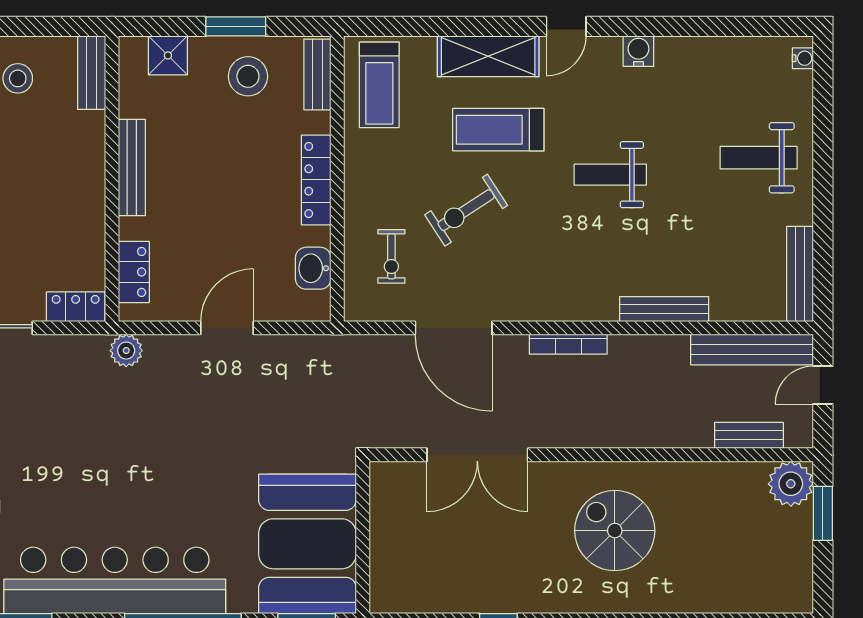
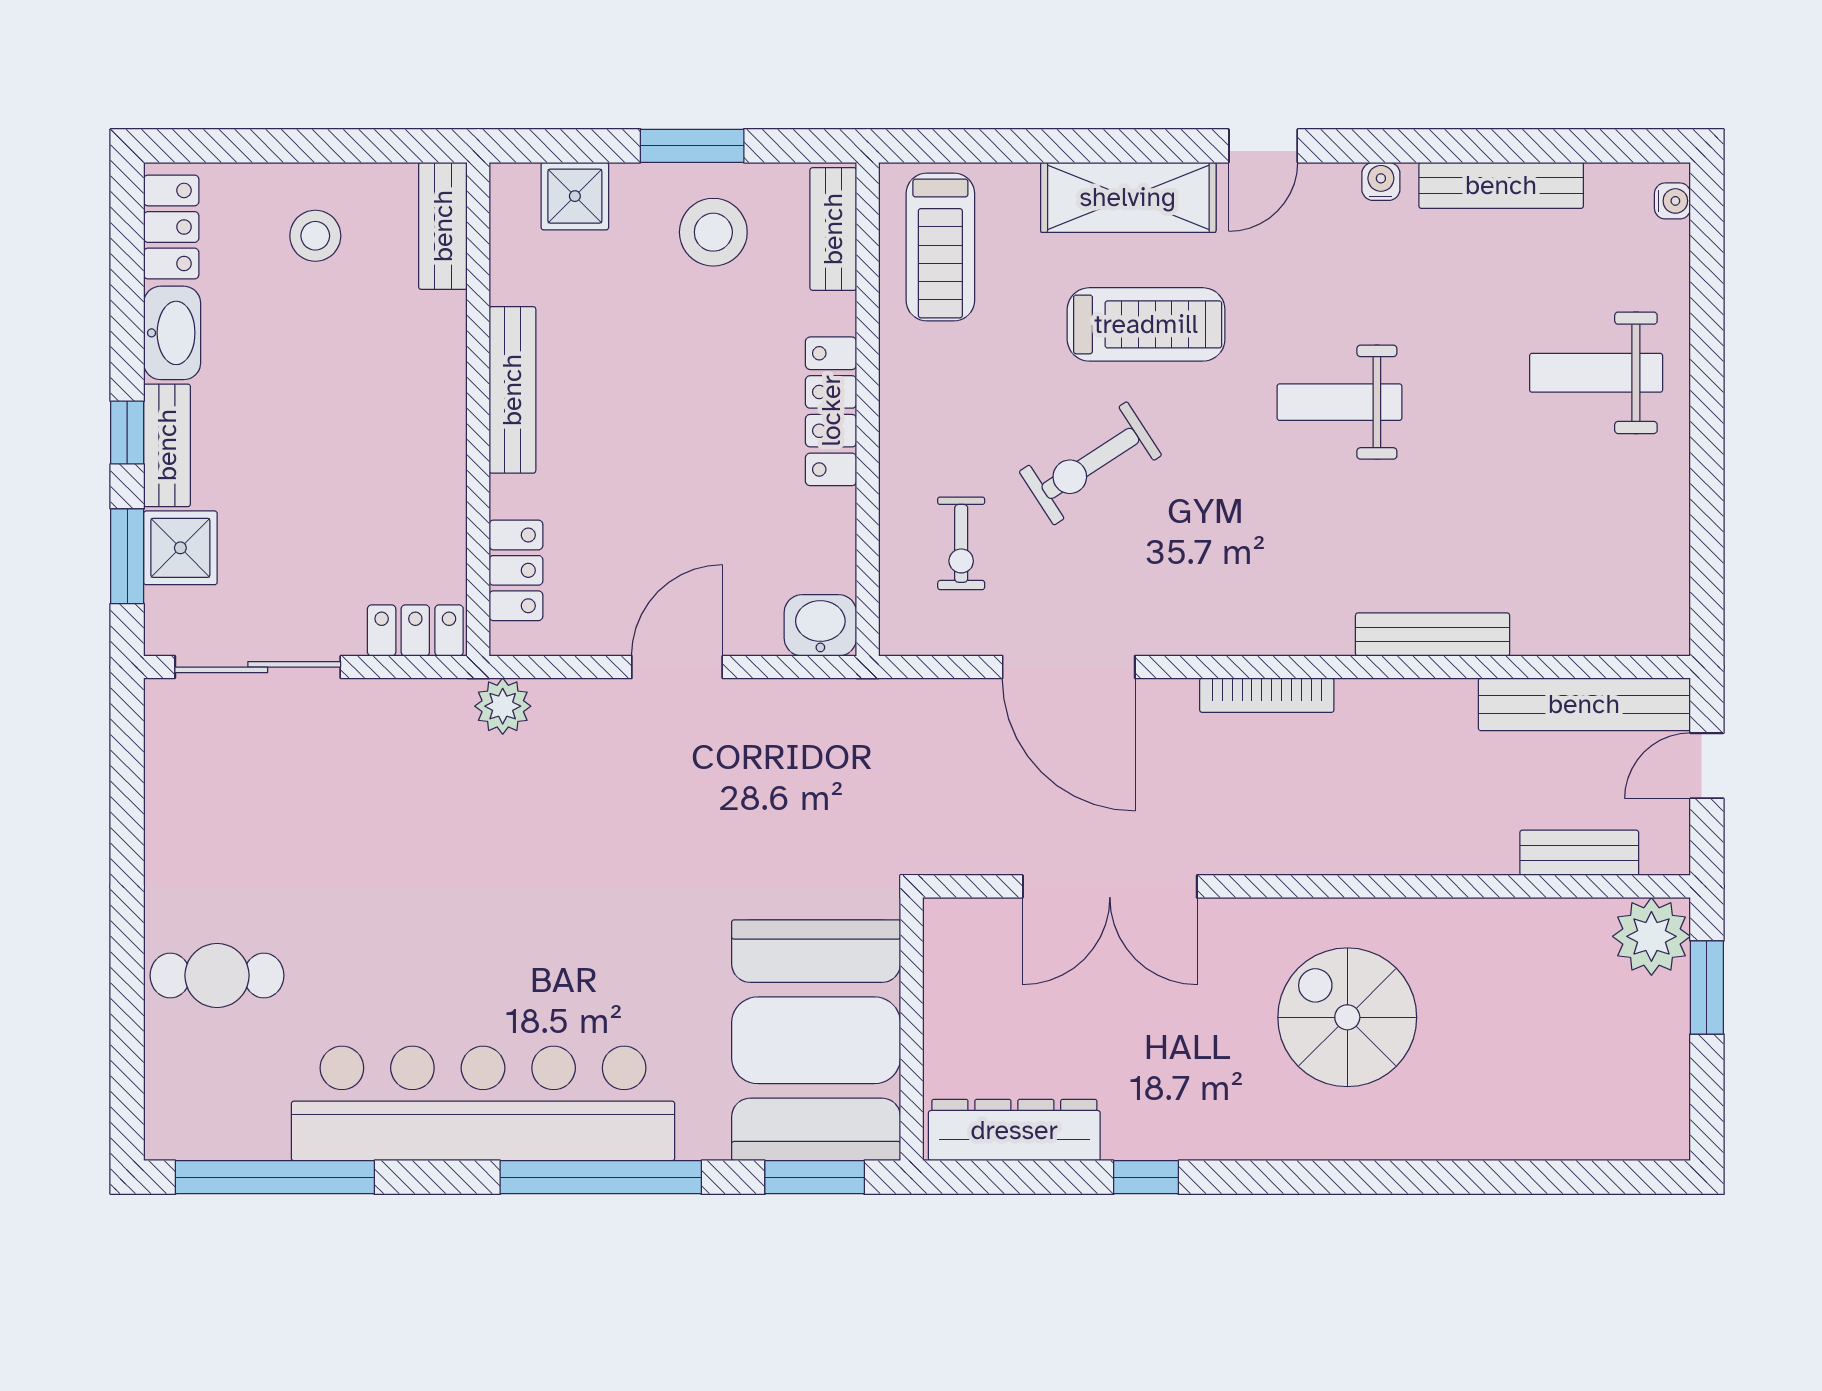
water cooler: (638, 51) -> (1381, 181), width x0.72, depth x0.72
treadmill: (498, 130) -> (1146, 324), turned 180
washbasin: (313, 268) -> (820, 625), moved, turned 90
bench: (800, 274) -> (1501, 185), moved, turned 90
dresser: (422, 596) -> (1014, 1130), added

